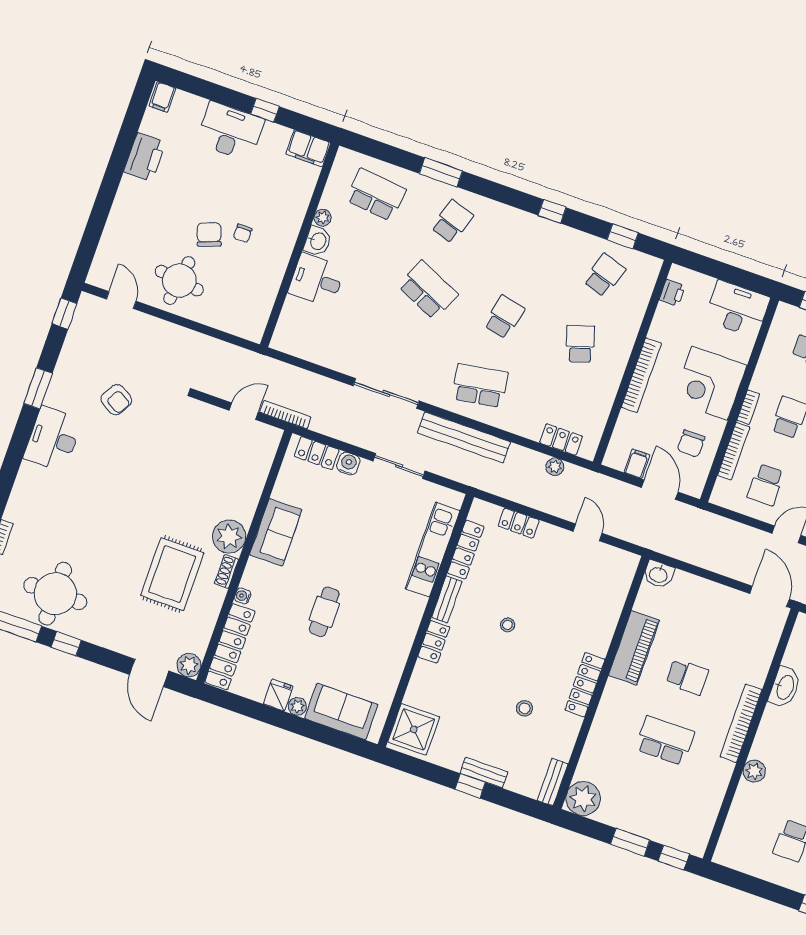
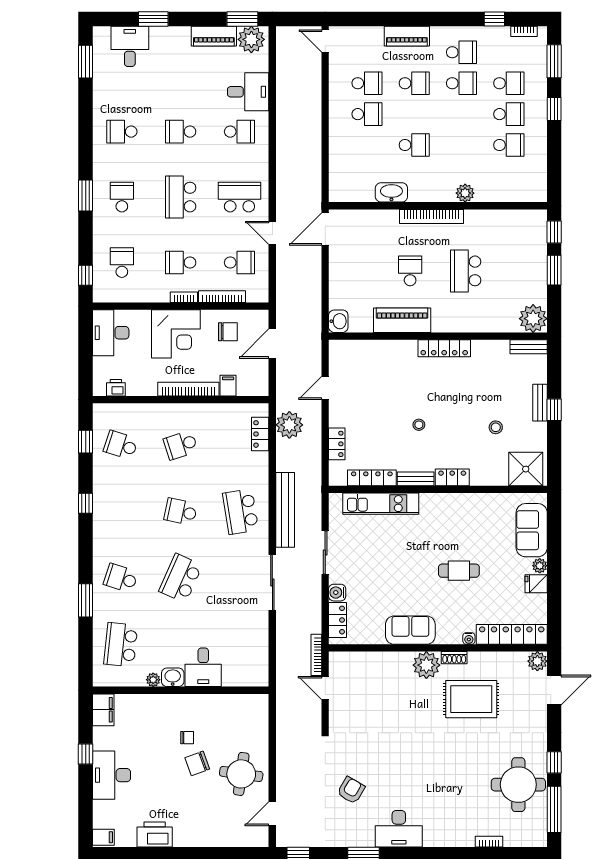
filing cabinet: (637, 464) -> (228, 386), moved, turned 90
plant: (555, 467) -> (289, 425), width x1.87, depth x1.87
stool: (524, 708) -> (496, 427), moved

